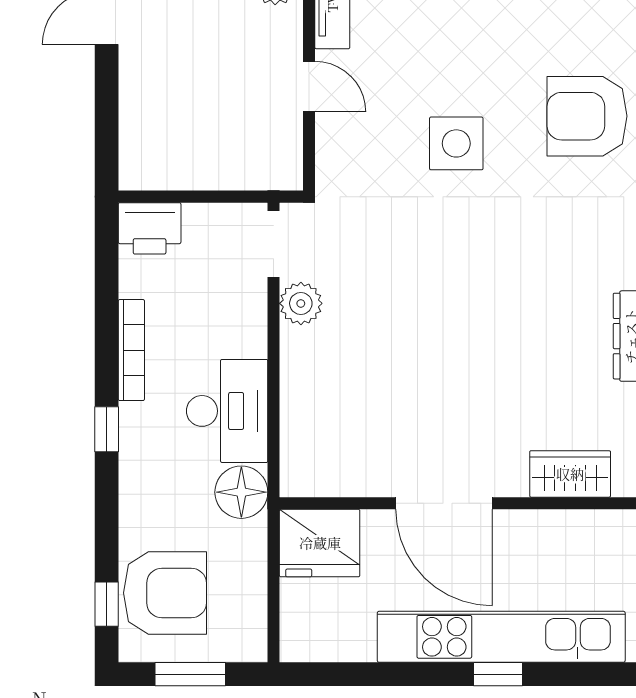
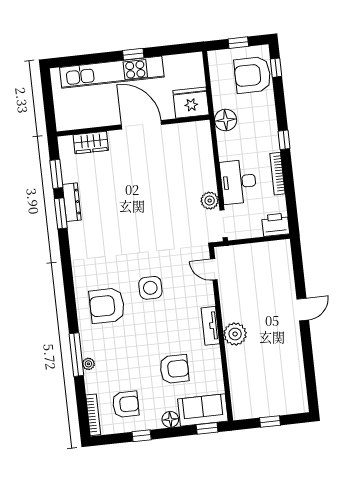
door: (309, 87) -> (214, 269), moved
armchair: (587, 116) -> (107, 306), moved, turned 180
side table: (456, 143) -> (150, 288), moved
desk: (227, 411) -> (238, 182), moved
window: (190, 674) -> (238, 43), width x0.67
window: (498, 674) -> (133, 54), moved

